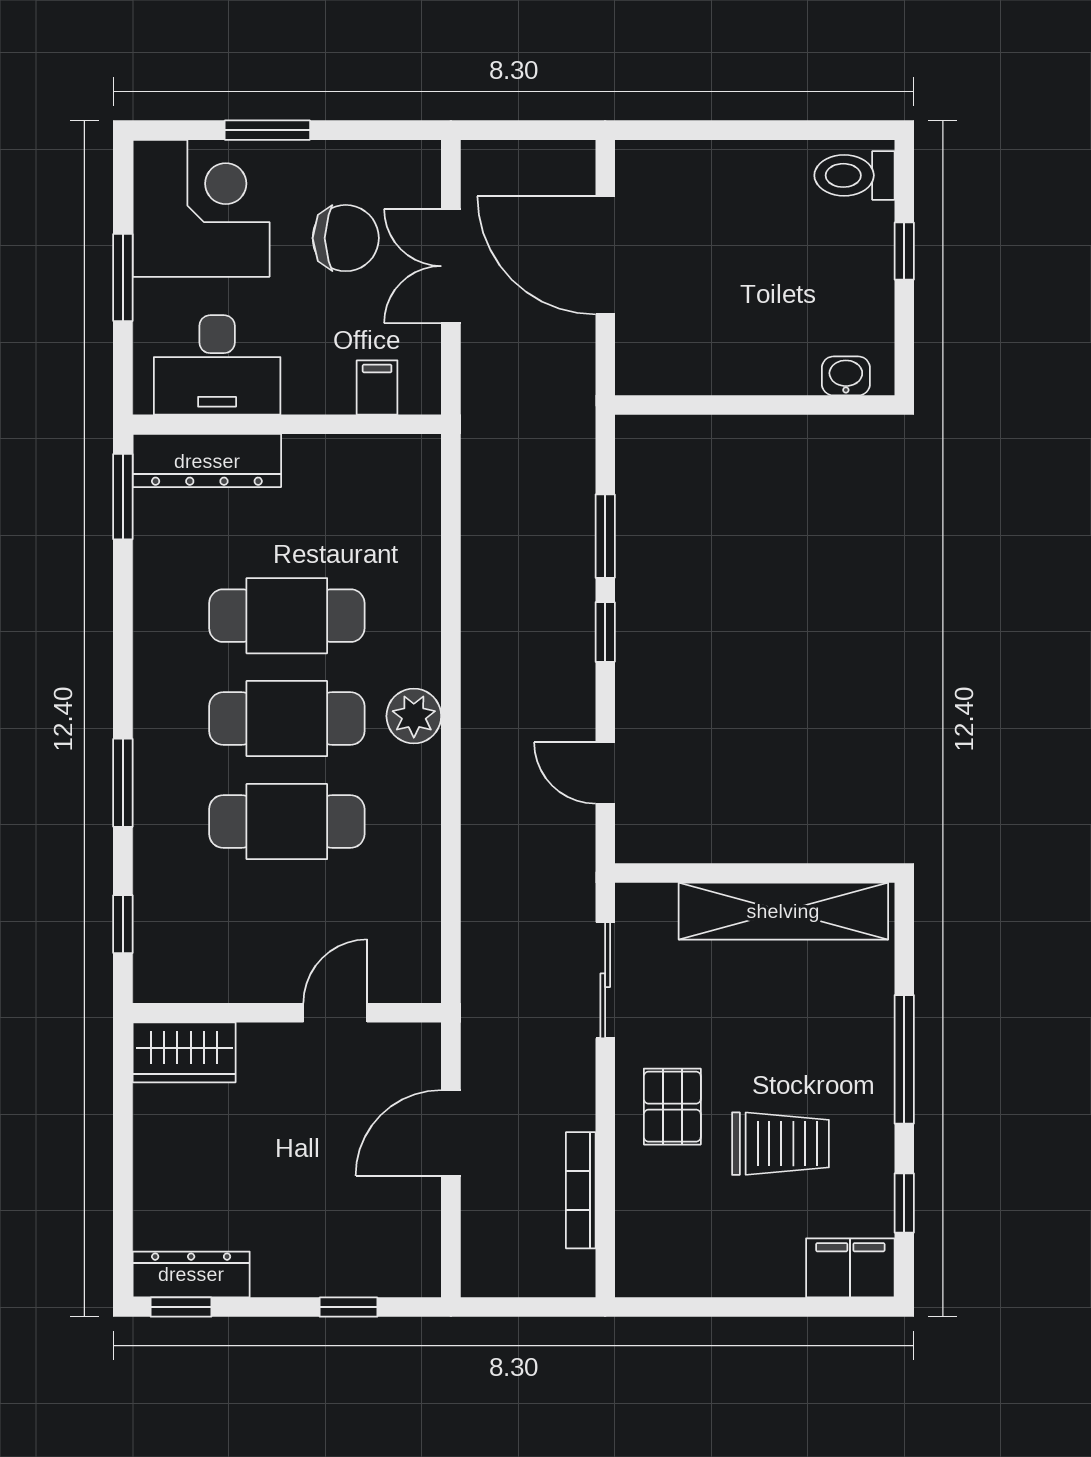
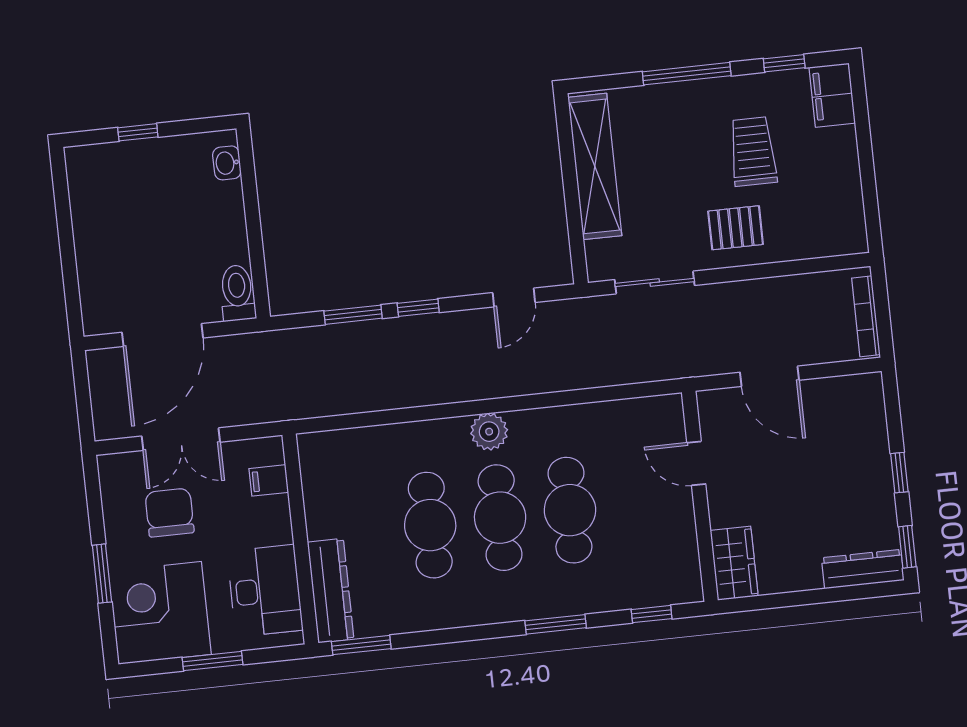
toilet: (854, 175) -> (237, 293), moved, turned 180
bookcase: (581, 1190) -> (866, 316), moved, turned 90
dresser: (191, 1274) -> (863, 569), moved, turned 90
window: (349, 1307) -> (899, 473), moved

